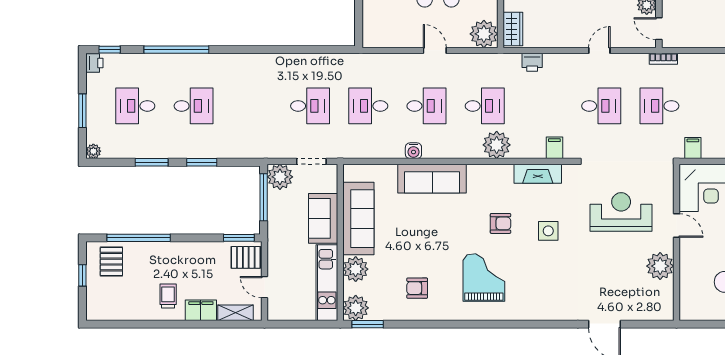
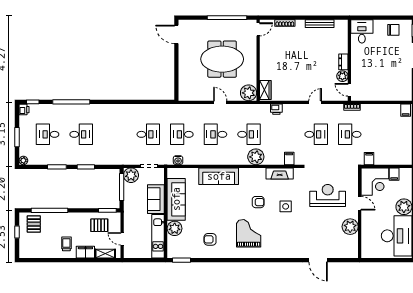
desk: (426, 106) -> (215, 134), turned 180
water cooler: (413, 151) -> (178, 160), moved
pallet: (246, 257) -> (99, 225), moved
plant: (356, 308) -> (175, 251), removed

